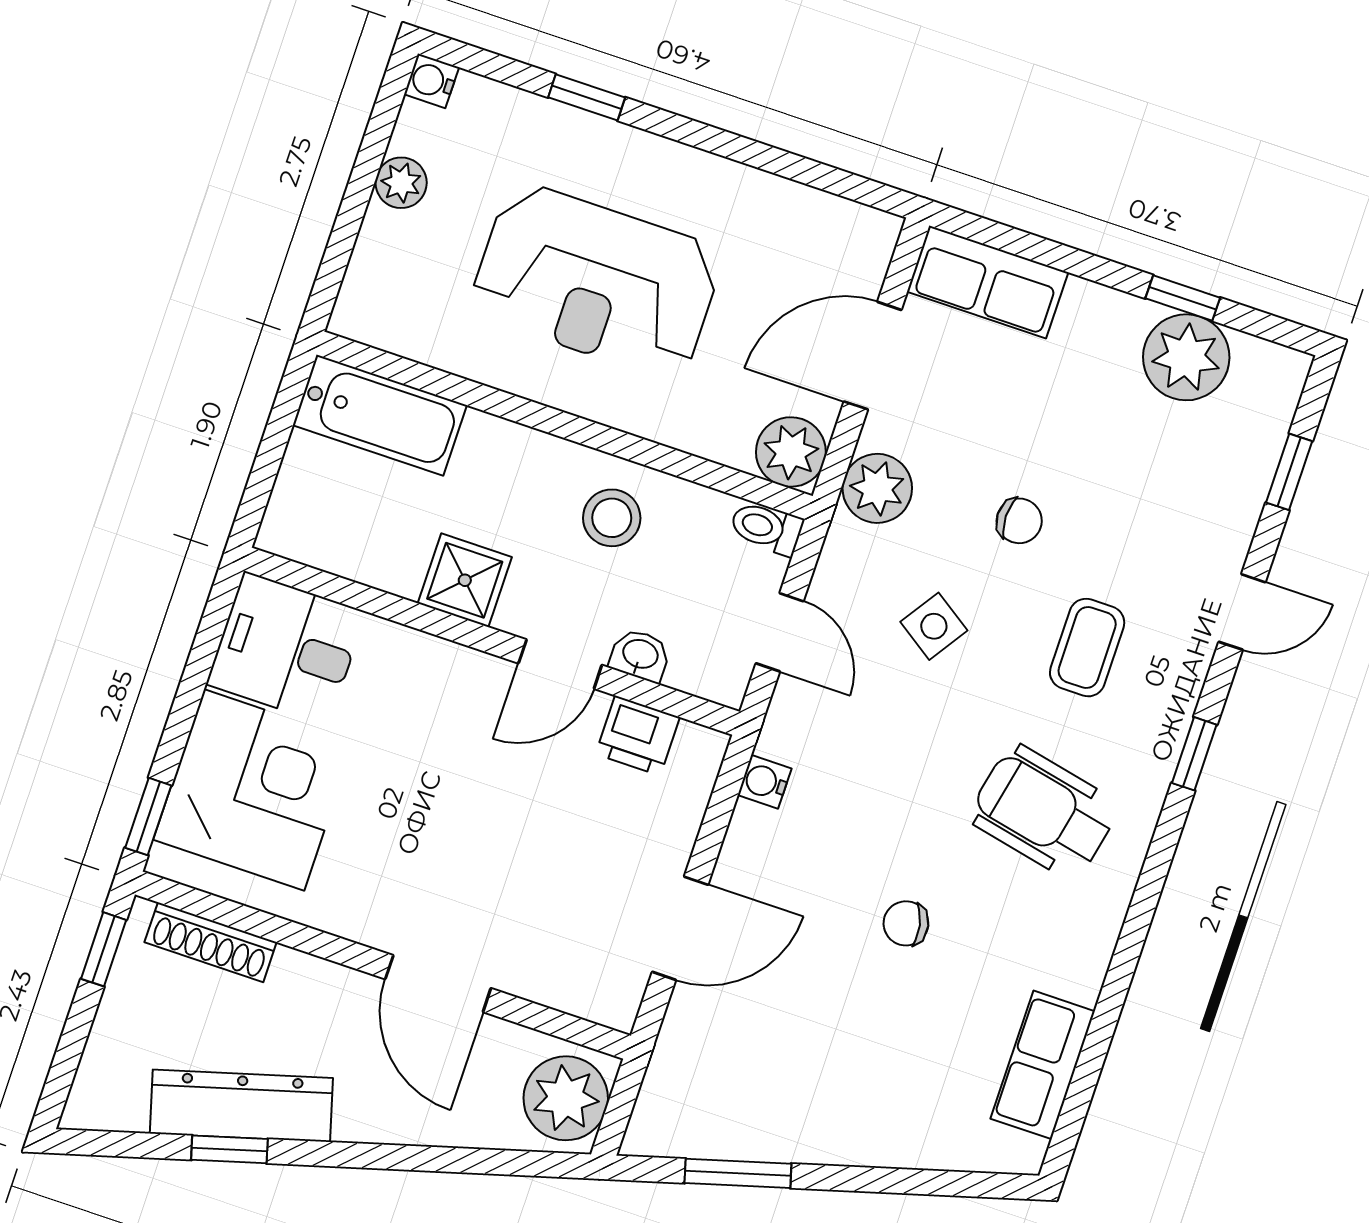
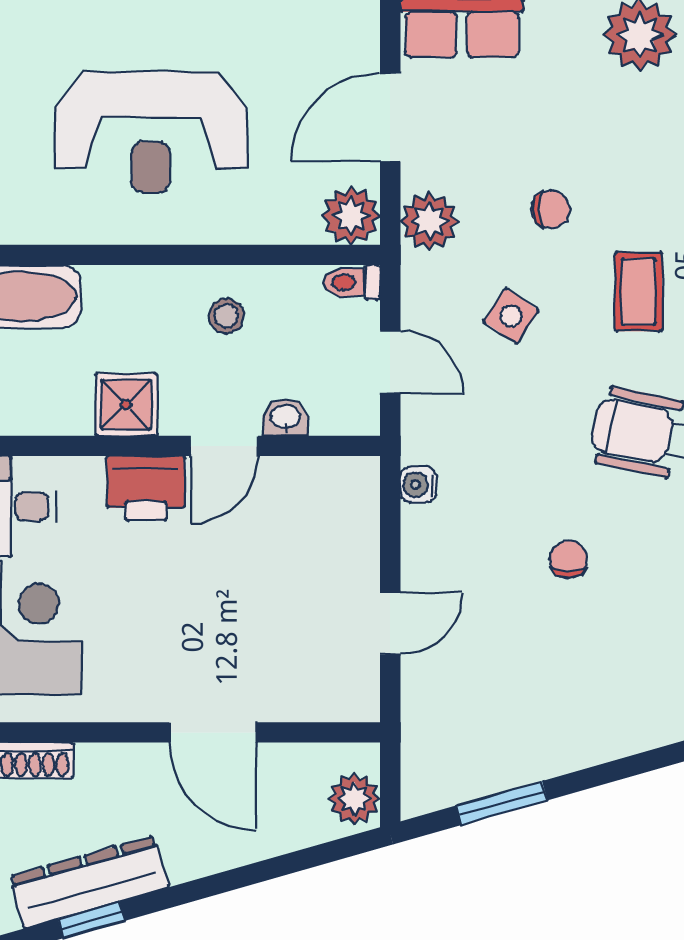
stool: (612, 518) -> (226, 316), width x0.73, depth x0.73
printer: (638, 736) -> (146, 488), moved, width x1.36, depth x1.24
chair: (906, 923) -> (568, 559), turned 102
door: (680, 928) -> (390, 624), width x0.73
plant: (566, 1098) -> (354, 799), width x0.73, depth x0.73

